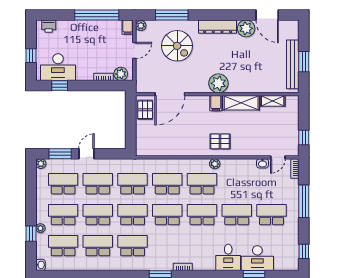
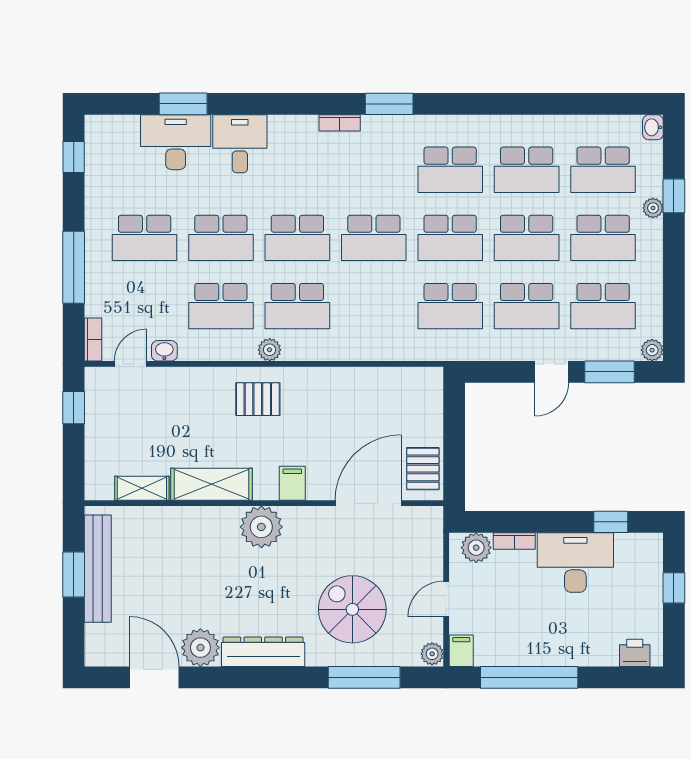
desk: (58, 67) -> (575, 563), moved
filing cabinet: (216, 103) -> (292, 483), moved
school desk: (167, 184) -> (221, 306), moved

